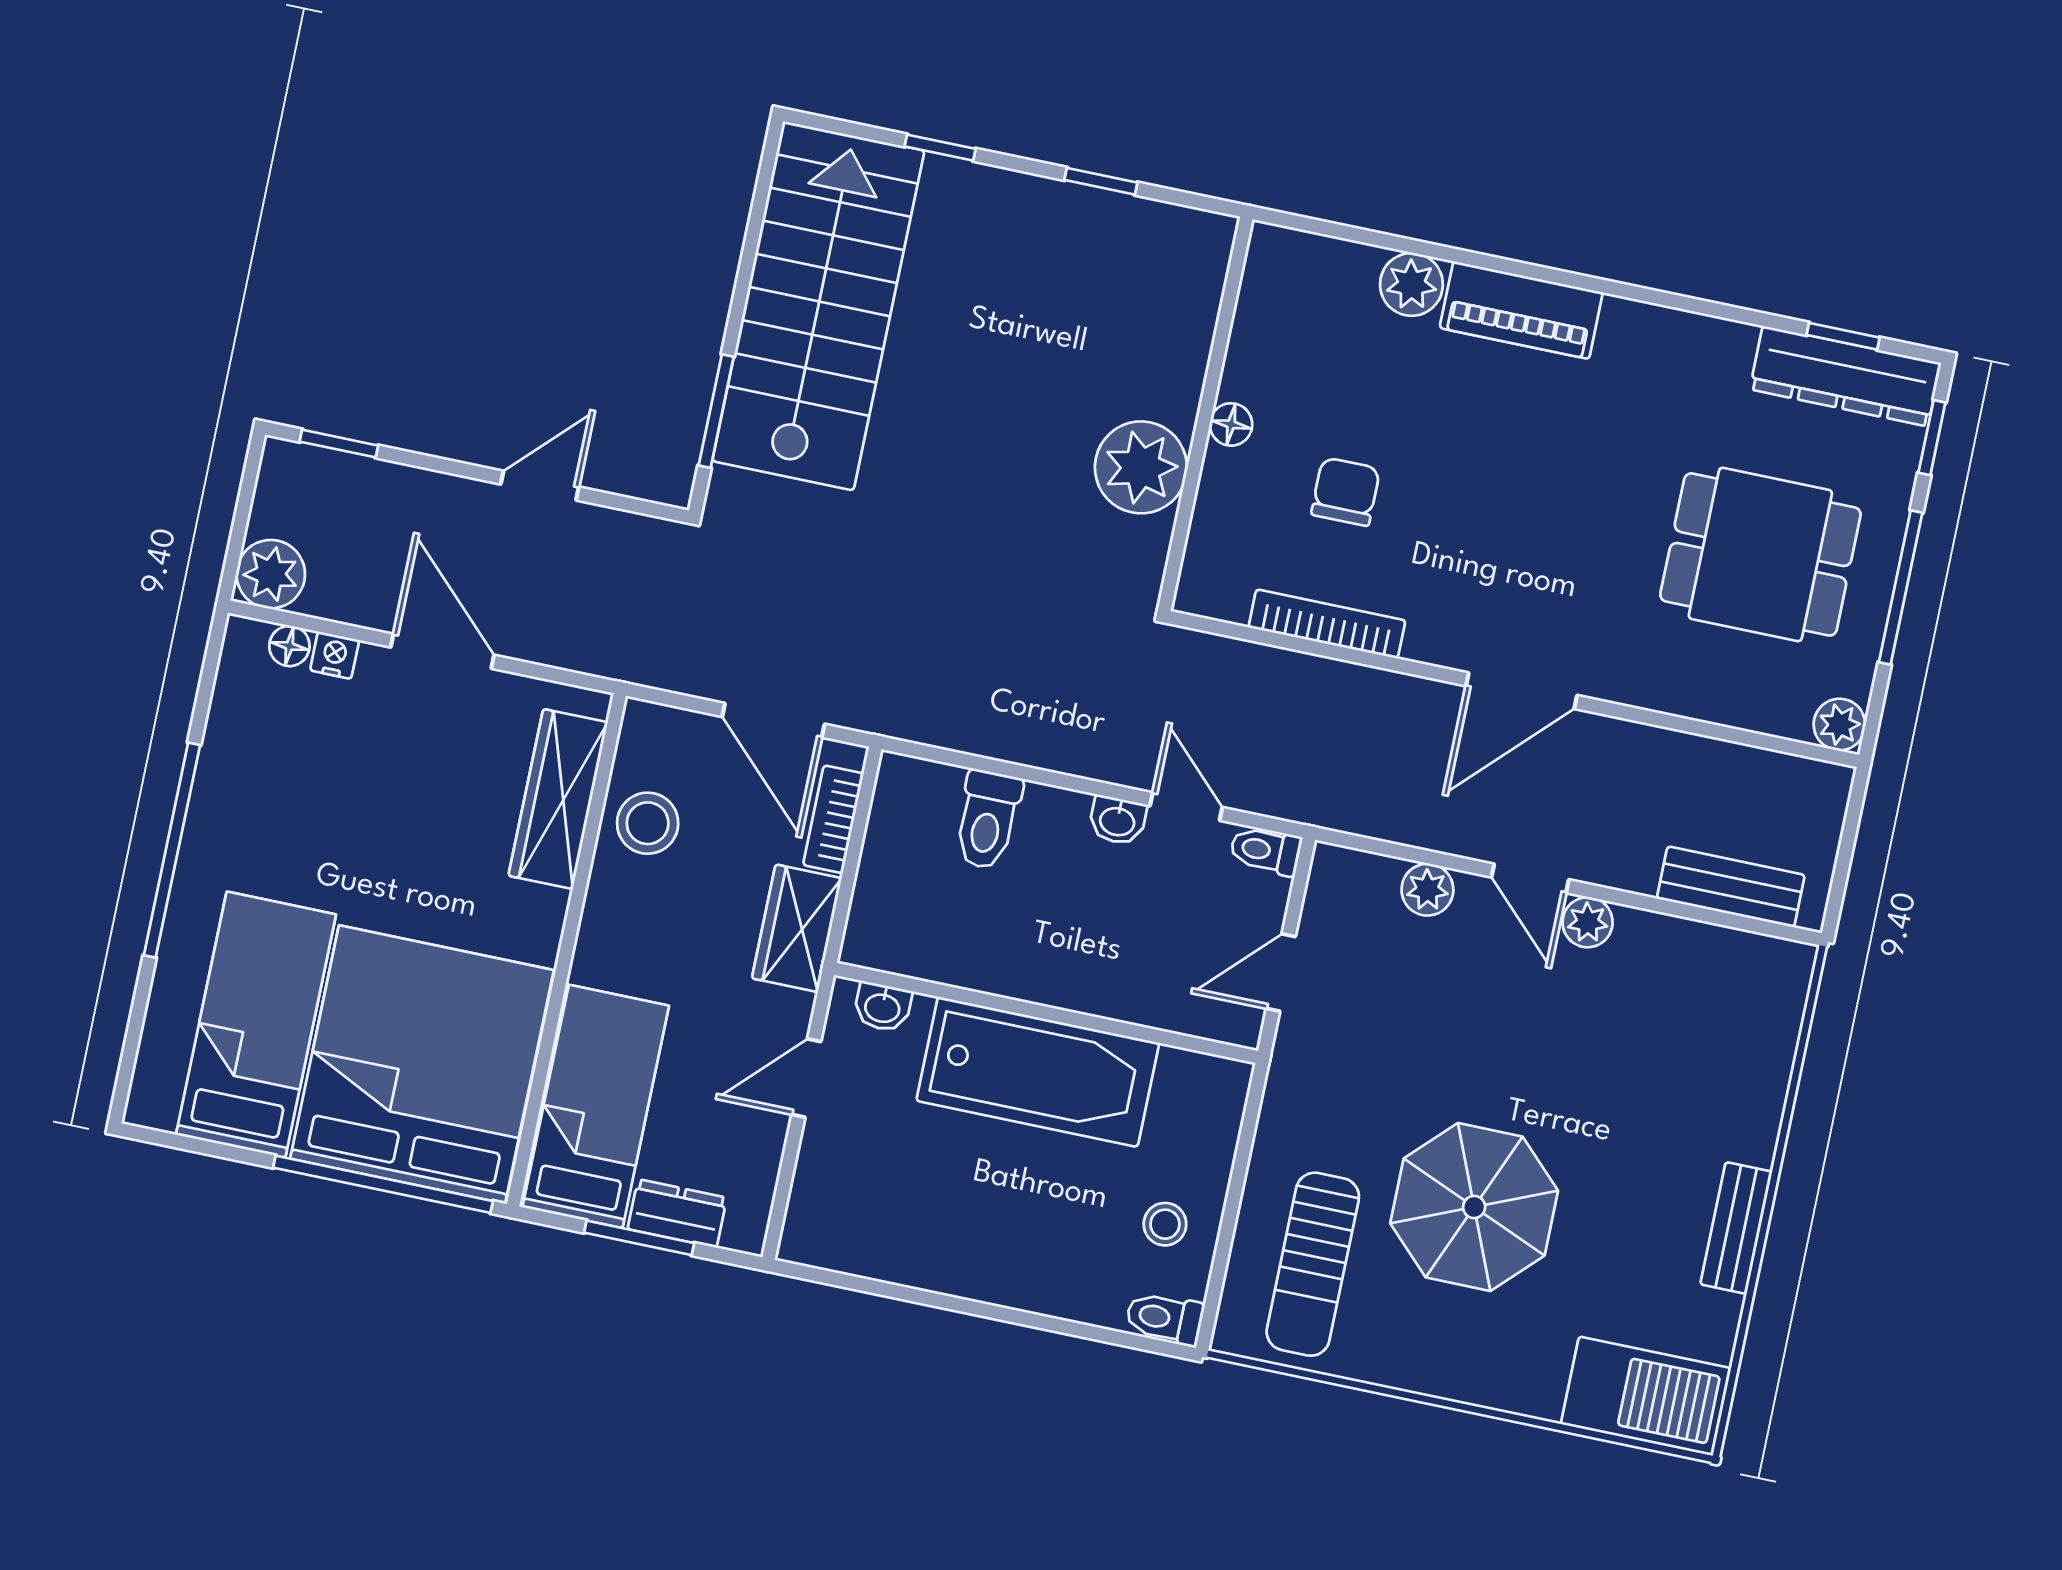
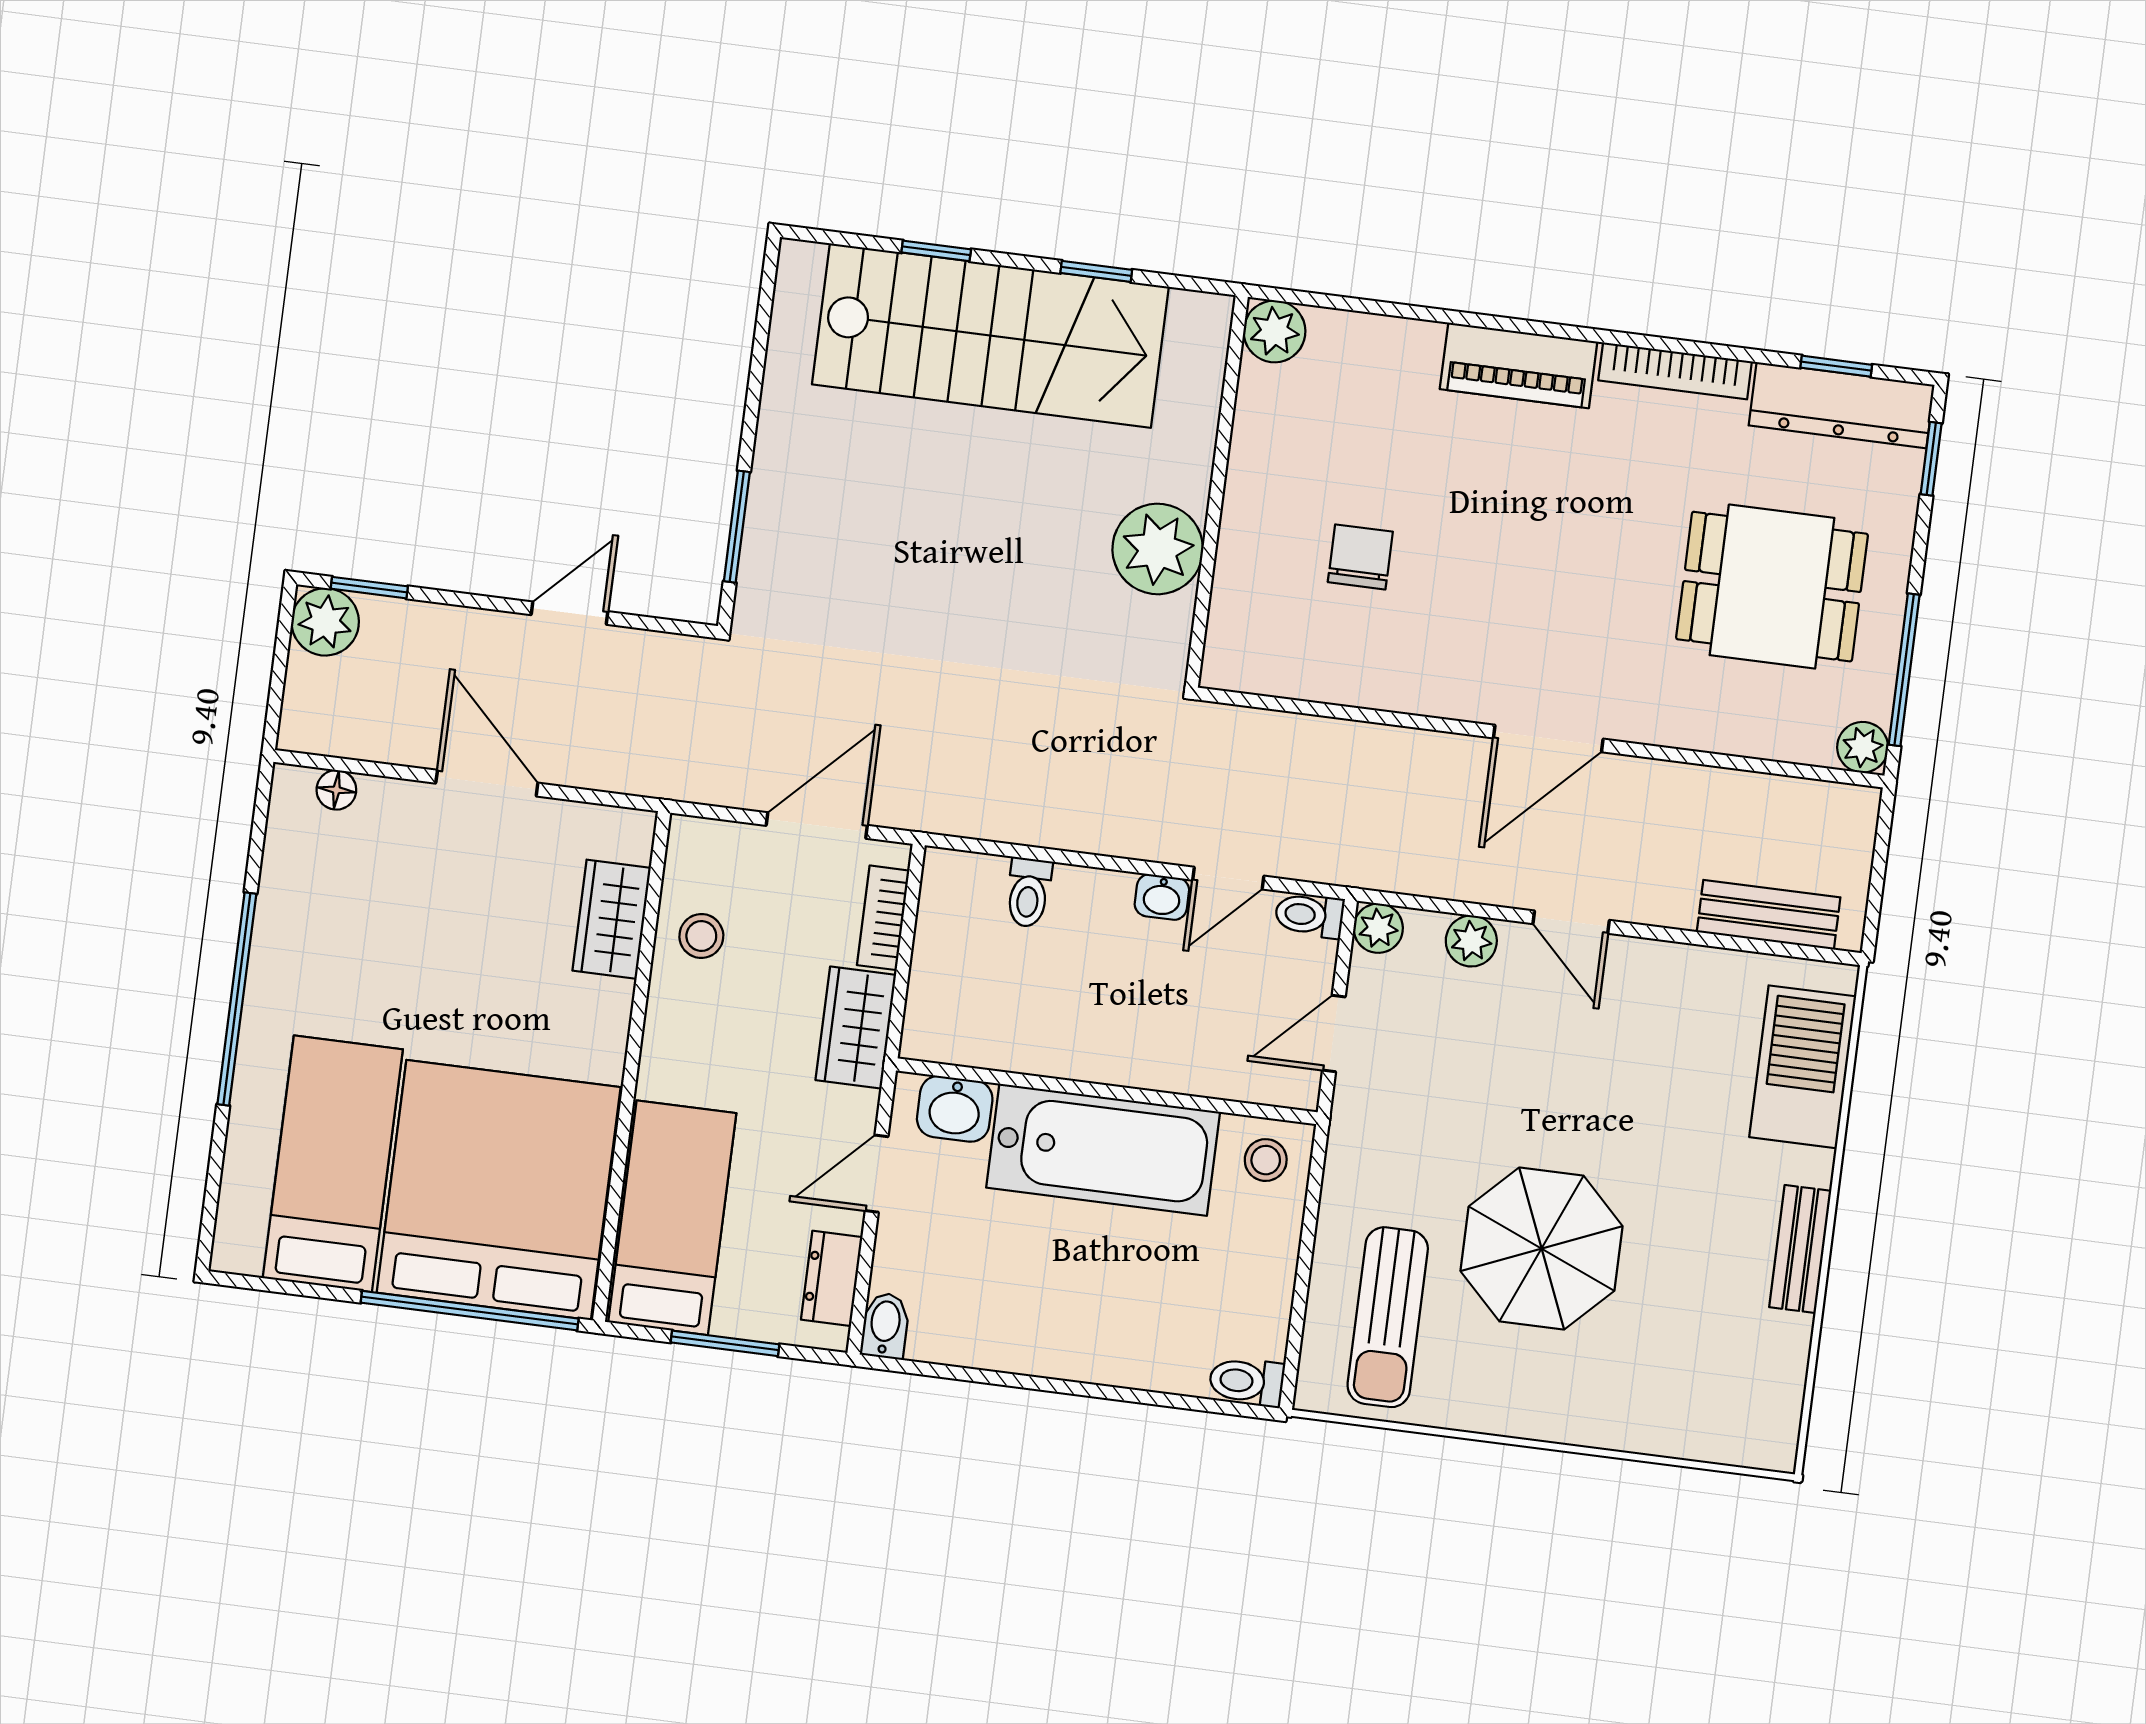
plant: (1411, 284) -> (1274, 331), moved
stairs: (818, 306) -> (990, 336), moved, turned 90
floor lamp: (1231, 424) -> (1243, 500), removed
plant: (271, 574) -> (325, 622), moved
window: (1901, 588) -> (1904, 670), moved
bookcase: (1327, 624) -> (1675, 371), moved, turned 180
nightstand: (335, 655) -> (381, 795), removed
door: (773, 720) -> (817, 825), swing flipped
wardrobe: (558, 799) -> (612, 919), width x0.67
door: (1186, 807) -> (1228, 878), swing flipped
toilet: (988, 820) -> (1029, 893), width x0.73, depth x0.72
stool: (648, 823) -> (701, 936), width x0.73, depth x0.73
plant: (1588, 922) -> (1378, 928), moved
washbasin: (883, 1007) -> (955, 1109), width x1.38, depth x1.45
dresser: (677, 1213) -> (832, 1278), moved, turned -90
stool: (1165, 1224) -> (1266, 1160), moved
bidet: (803, 1233) -> (885, 1326), added
barbecue: (1646, 1396) -> (1803, 1067), moved, turned -90

